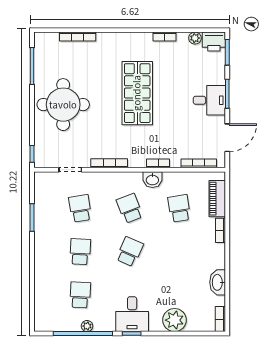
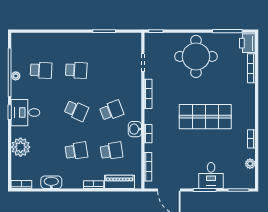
printer: (214, 41) -> (247, 43), moved
desk: (209, 100) -> (211, 175), moved
school desk: (80, 208) -> (76, 151), moved

